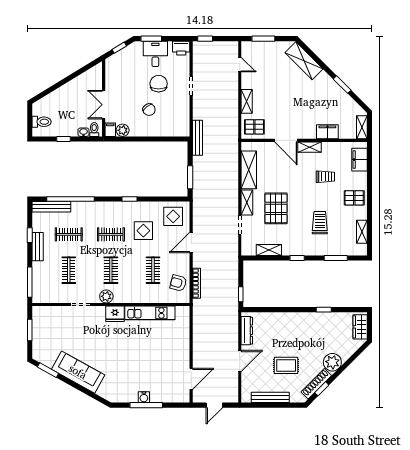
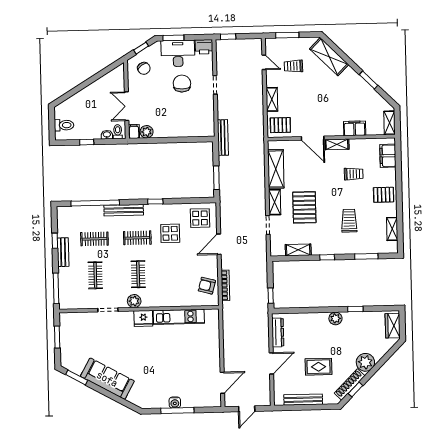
desk: (155, 54) -> (178, 53), width x1.37
trolley: (269, 69) -> (293, 66), added
chair: (149, 110) -> (144, 68), moved
bench: (51, 207) -> (124, 210), moved
clothes rail: (153, 270) -> (181, 273), removed
plant: (304, 318) -> (335, 318), added

